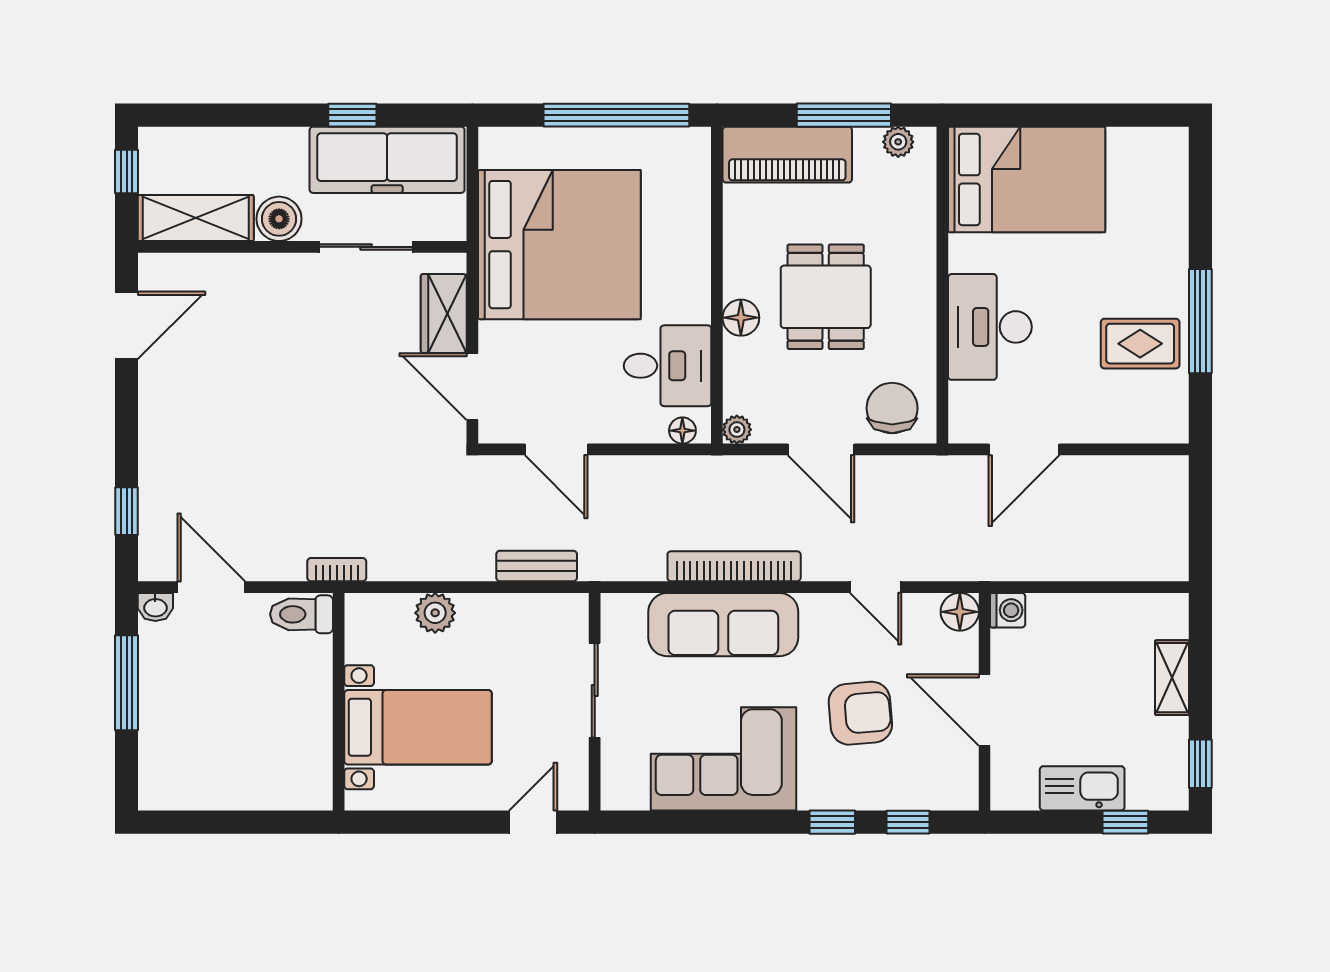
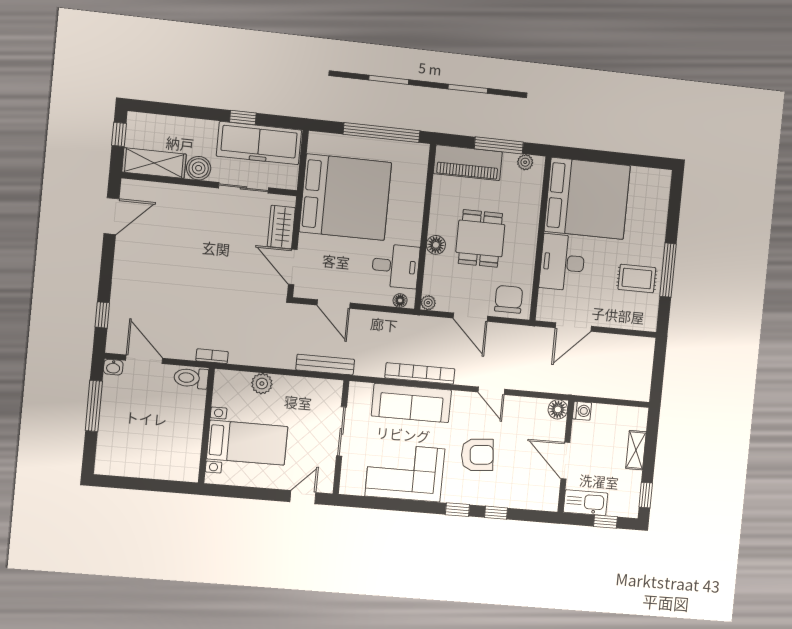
bed: (1027, 179) -> (587, 198), width x1.36
bench: (537, 566) -> (325, 365), width x1.36
washing machine: (1008, 610) -> (582, 411), moved
floor lamp: (960, 612) -> (558, 409), moved
wall: (984, 702) -> (566, 456), moved
door: (984, 710) -> (565, 461), moved

